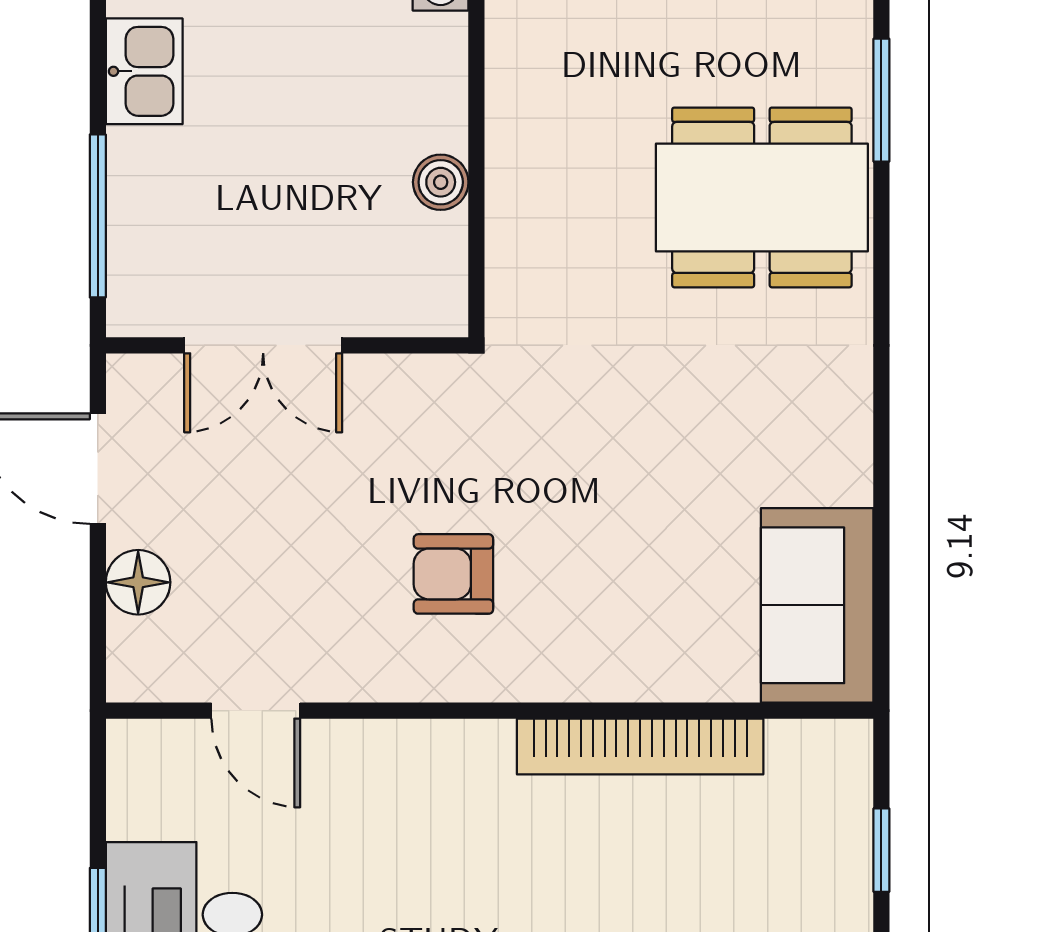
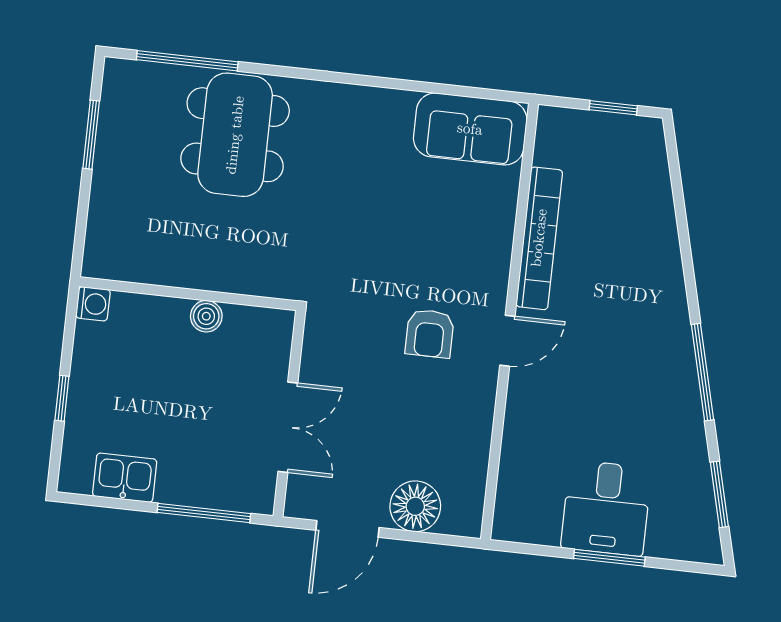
window: (881, 100) -> (187, 61), width x1.44
floor lamp: (138, 582) -> (415, 506), width x1.38, depth x1.38
door: (256, 711) -> (507, 341), moved

